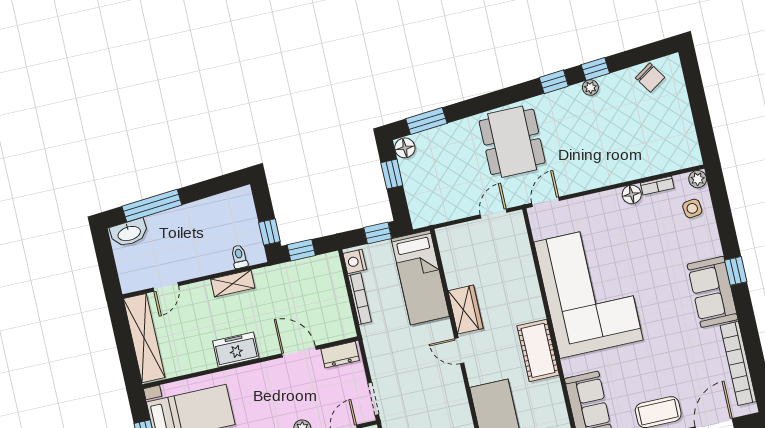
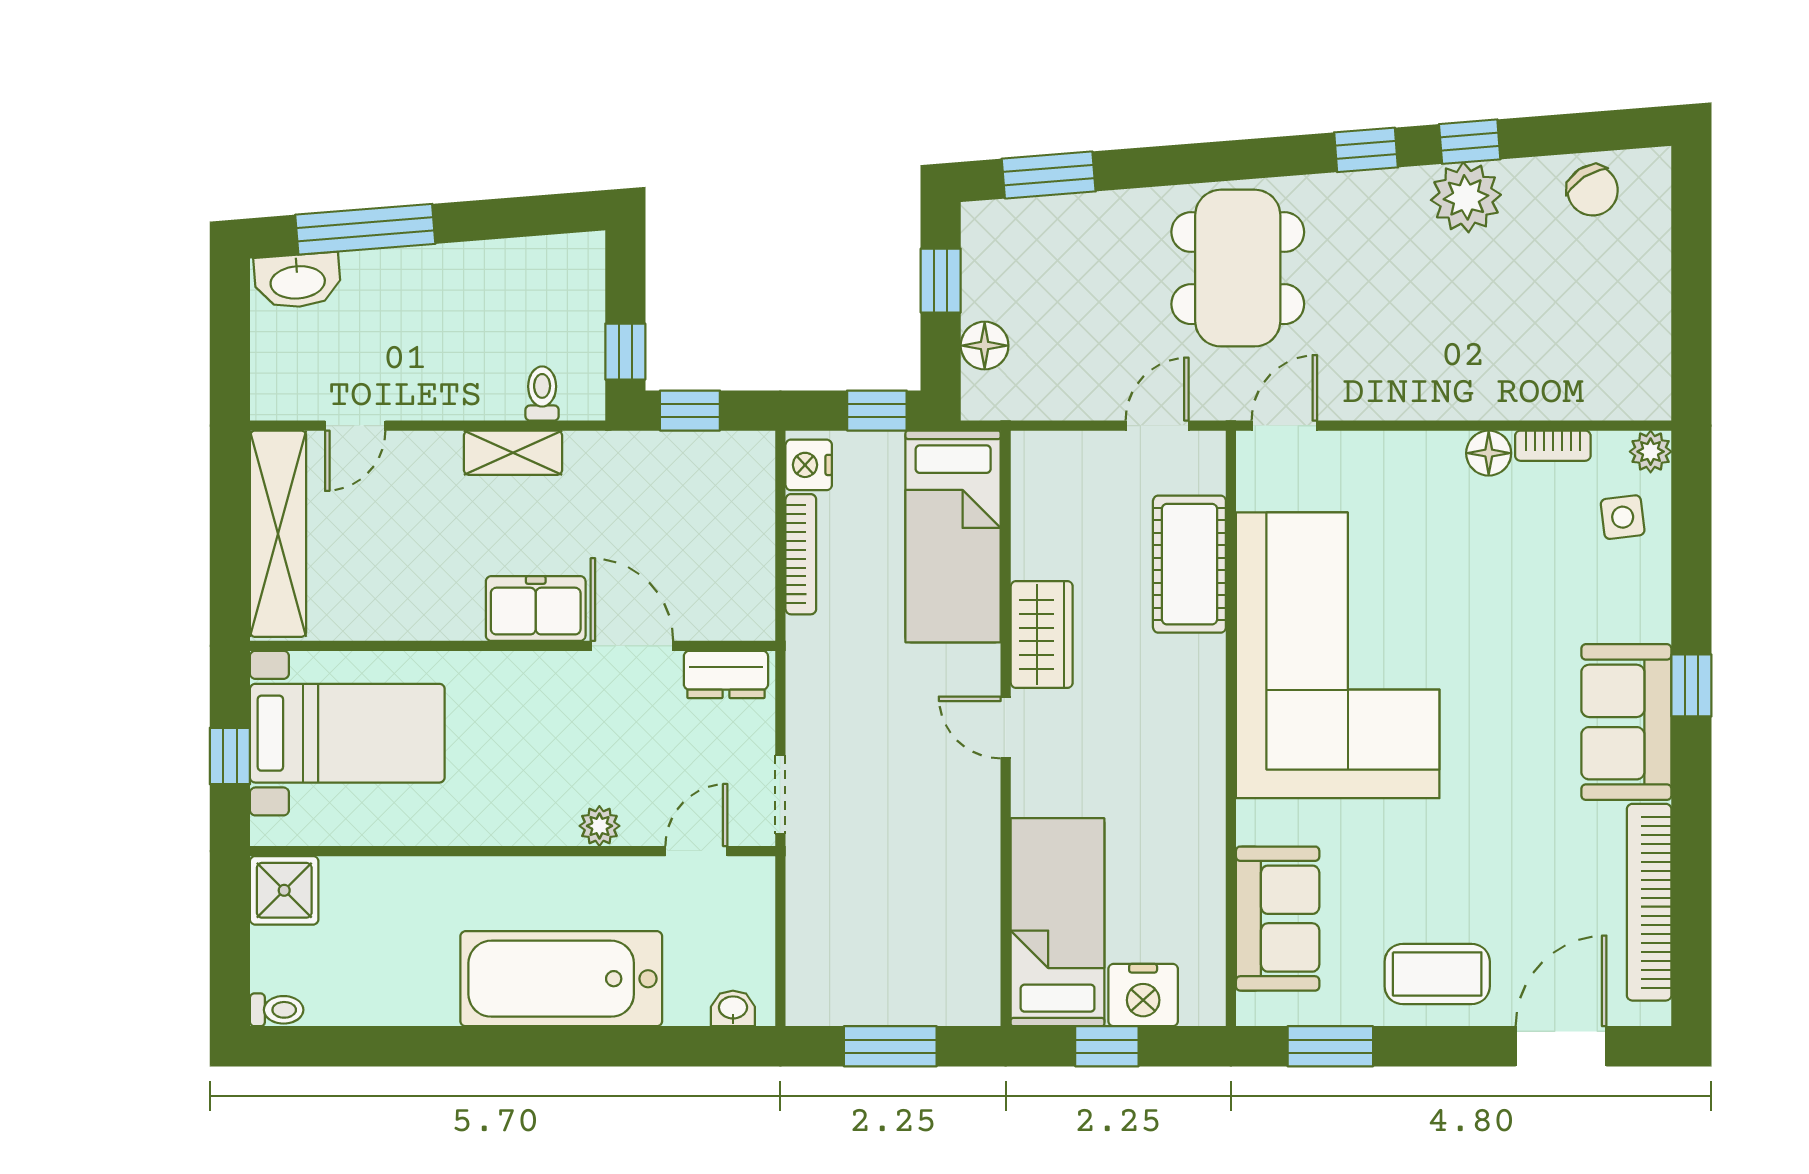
plant: (590, 87) -> (1466, 197), width x1.87, depth x1.87
floor lamp: (405, 148) -> (985, 346), moved
freezer: (236, 350) -> (536, 608), moved
cot: (538, 350) -> (1189, 564), moved

